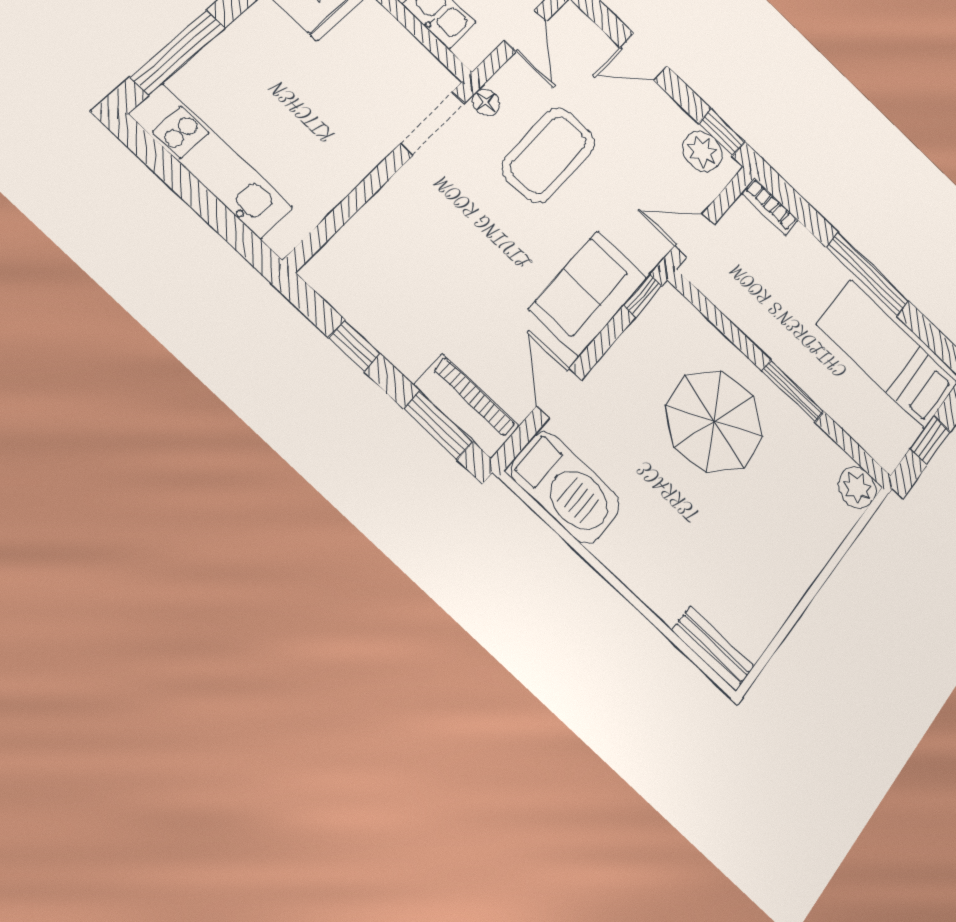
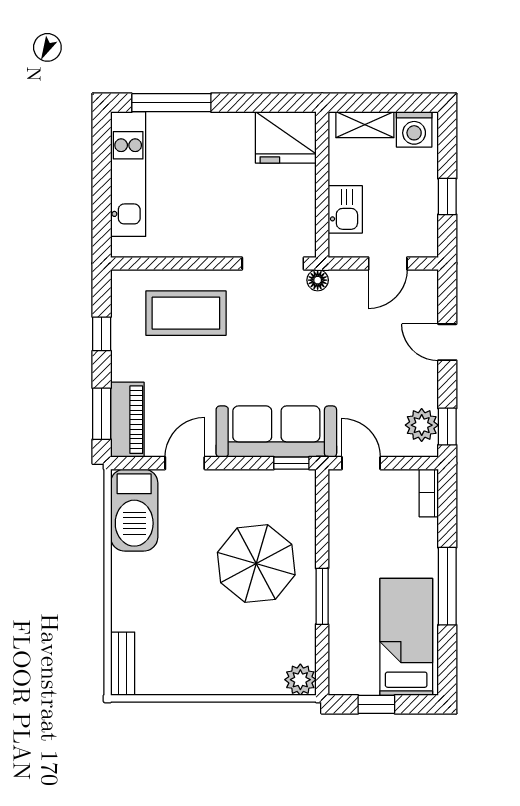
coffee table: (548, 155) -> (186, 313), moved
sofa: (588, 293) -> (276, 432), width x1.36

